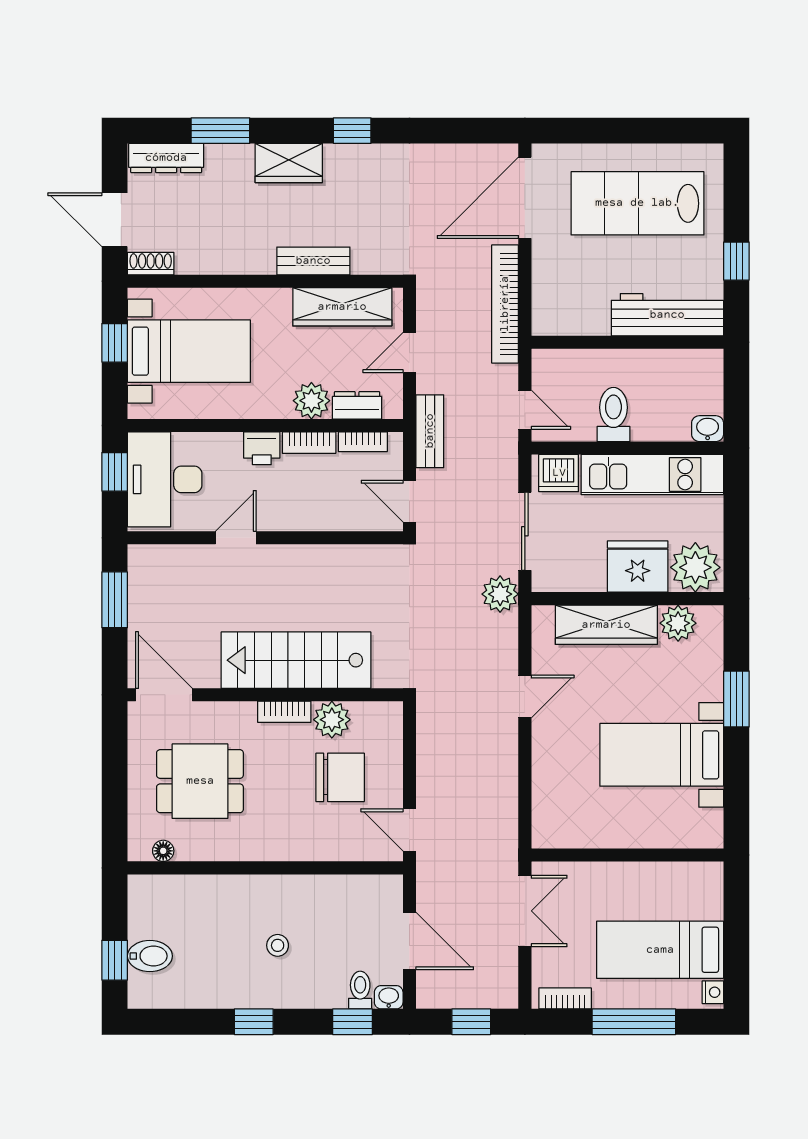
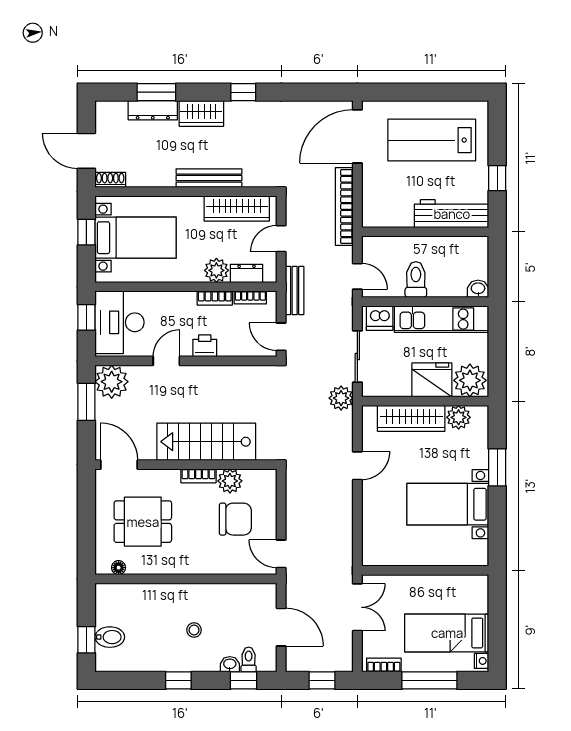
dresser: (166, 158) -> (153, 110), moved
bench: (313, 261) -> (209, 178), width x1.36
printer: (262, 448) -> (205, 346), moved, turned 180
plant: (153, 569) -> (112, 382), added
washbasin: (389, 997) -> (230, 664), moved

